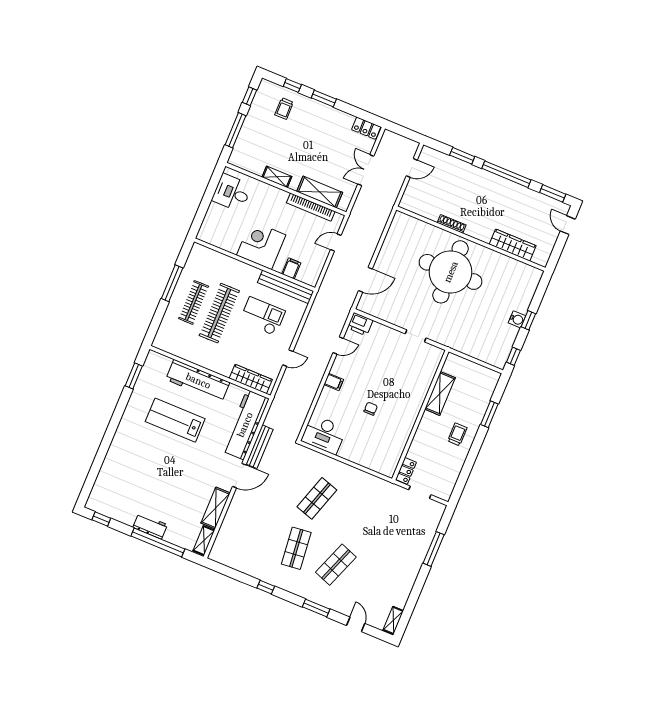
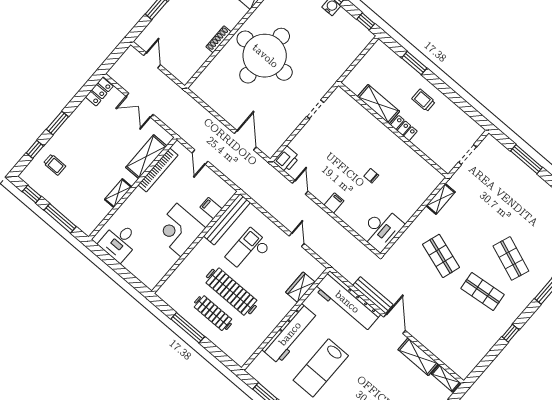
wardrobe: (251, 379) -> (300, 287), width x0.67
locker: (406, 471) -> (404, 128), moved
shelving: (370, 481) -> (441, 199), added

